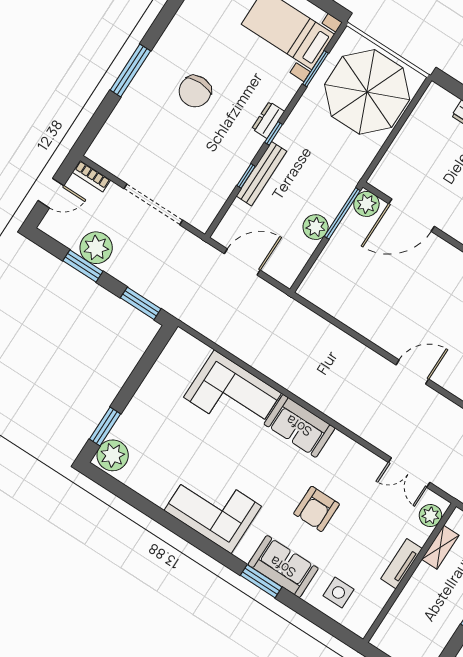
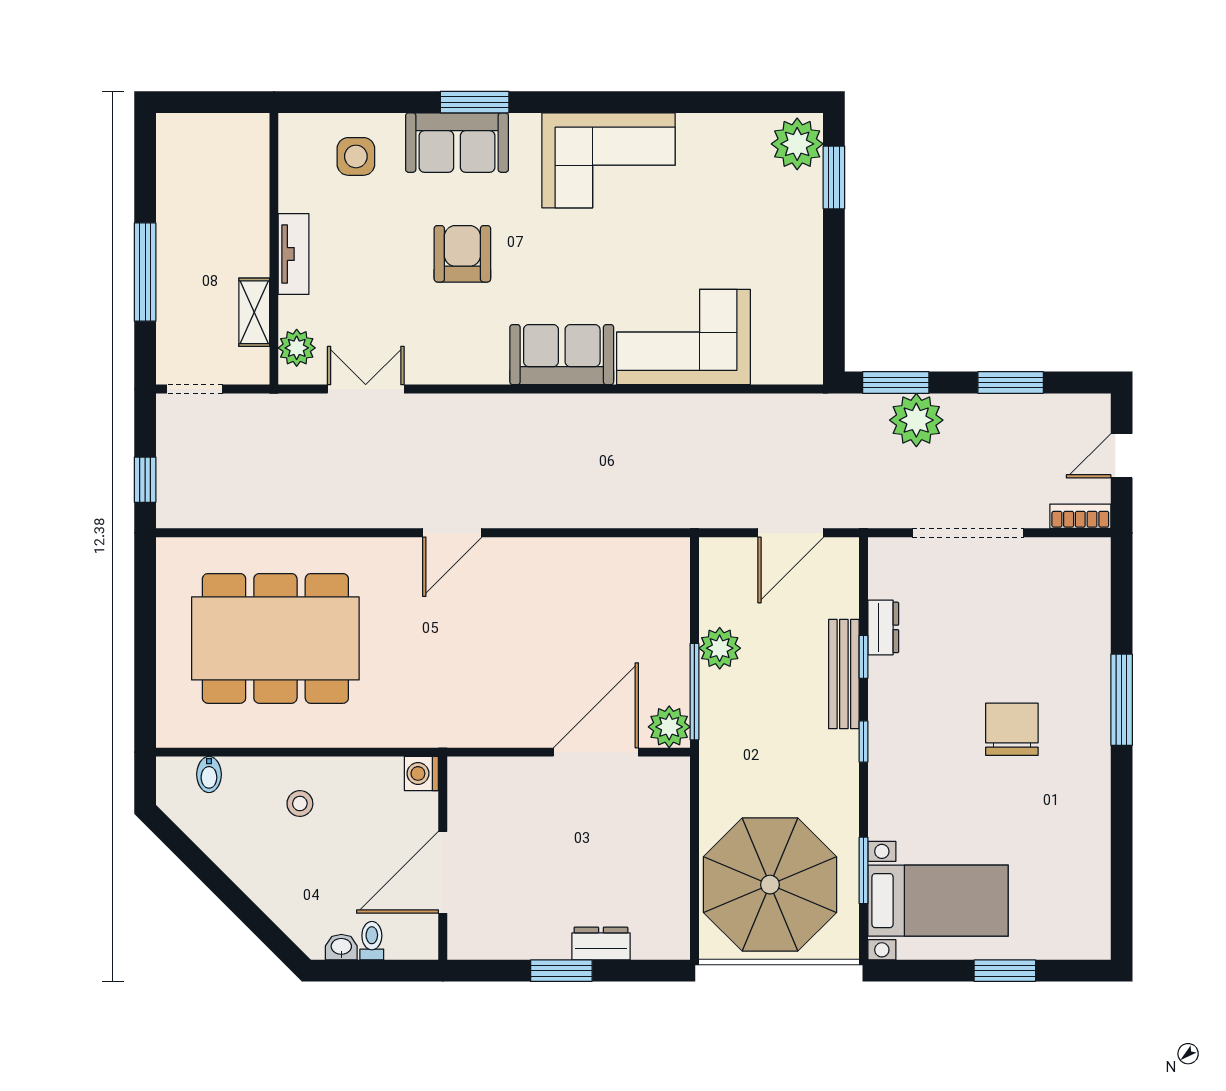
dresser: (268, 120) -> (883, 627), moved
plant: (96, 248) -> (916, 420), moved

